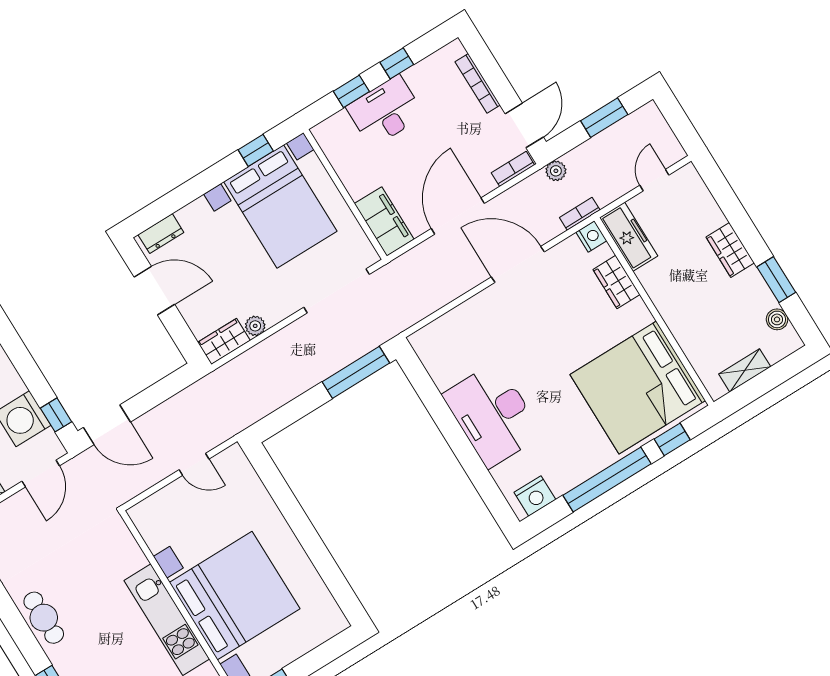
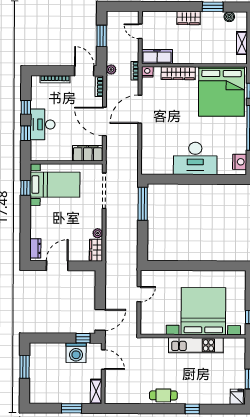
bed with nightstands: (280, 207) -> (55, 185), width x0.73
wardrobe: (616, 282) -> (178, 73), width x1.50

